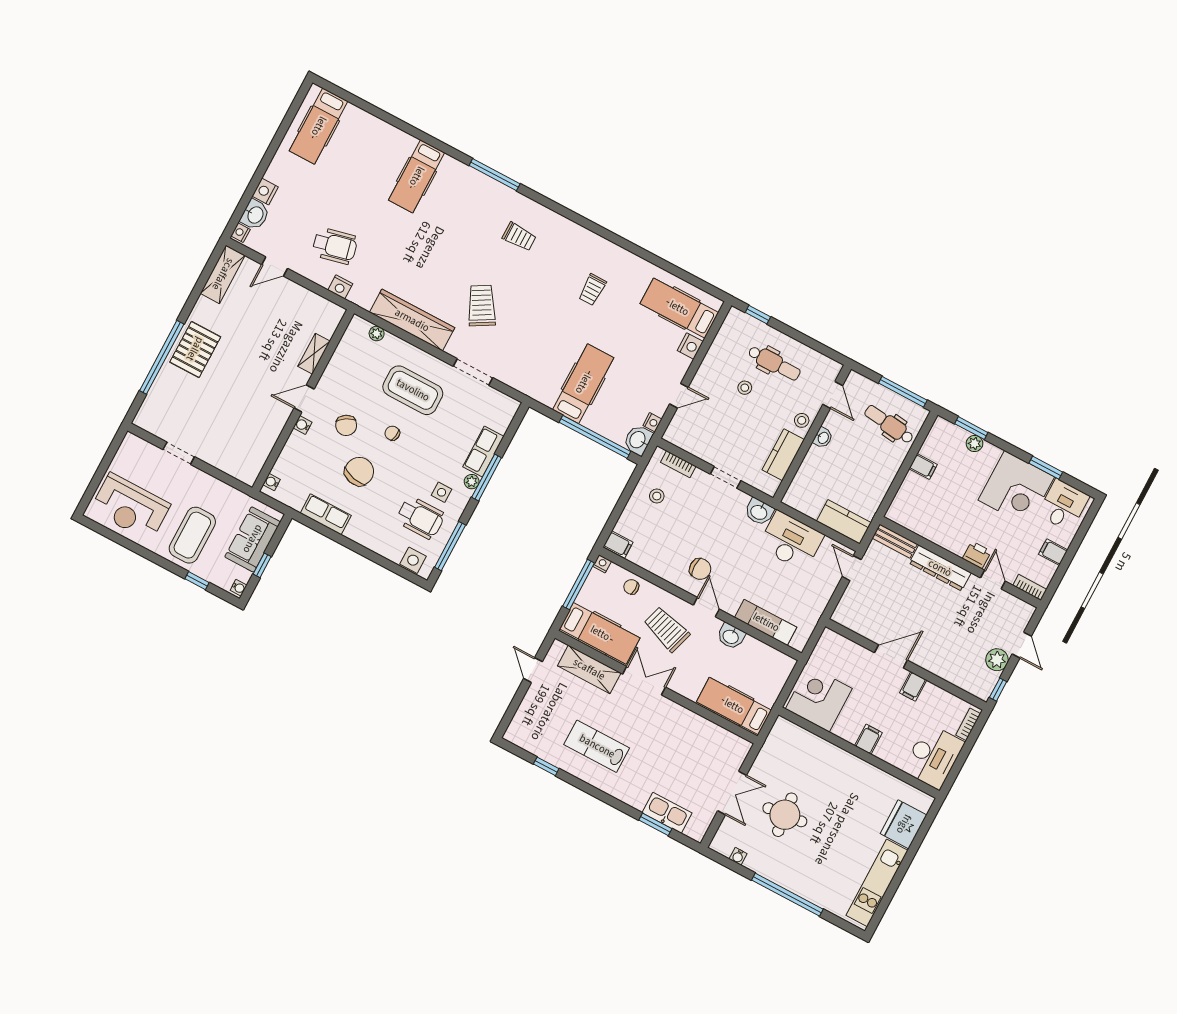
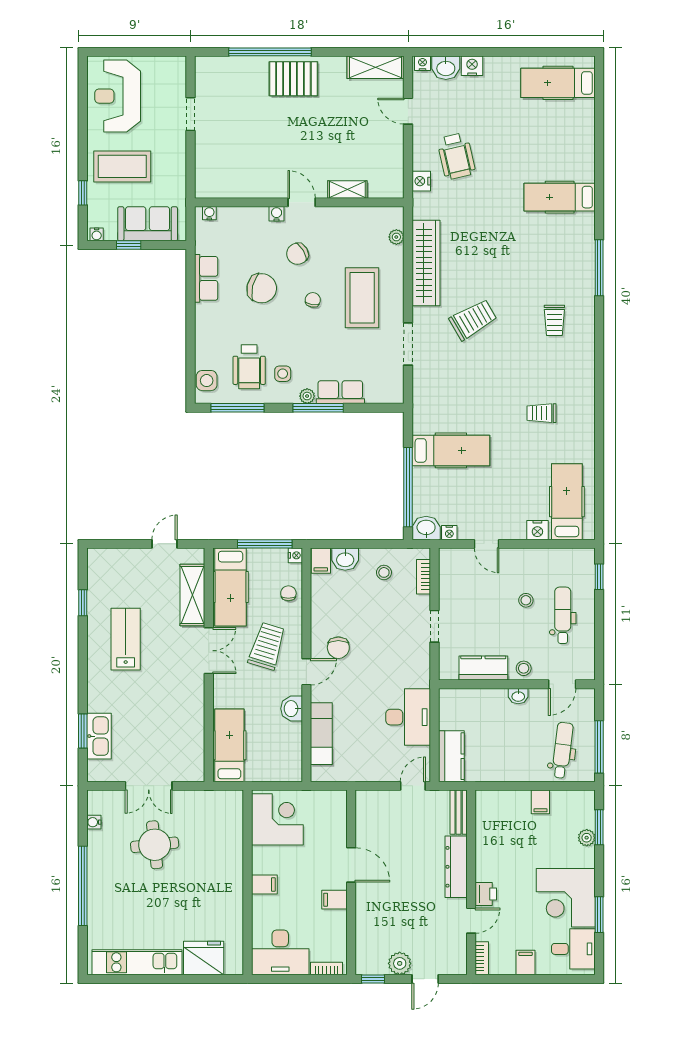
dental chair: (774, 363) -> (563, 615), turned 180
washbasin: (759, 512) -> (345, 559), moved, turned -90

